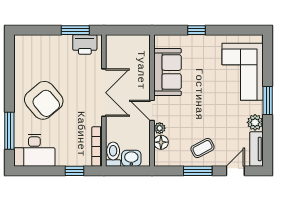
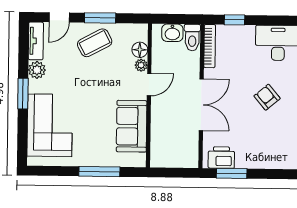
window: (197, 30) -> (99, 172), width x2.17
double door: (104, 93) -> (201, 105), swing flipped
armchair: (44, 100) -> (267, 97), width x0.53, depth x0.53
door: (152, 110) -> (149, 85), hinge flipped
coffee table: (202, 148) -> (95, 43), width x1.36, depth x1.30

